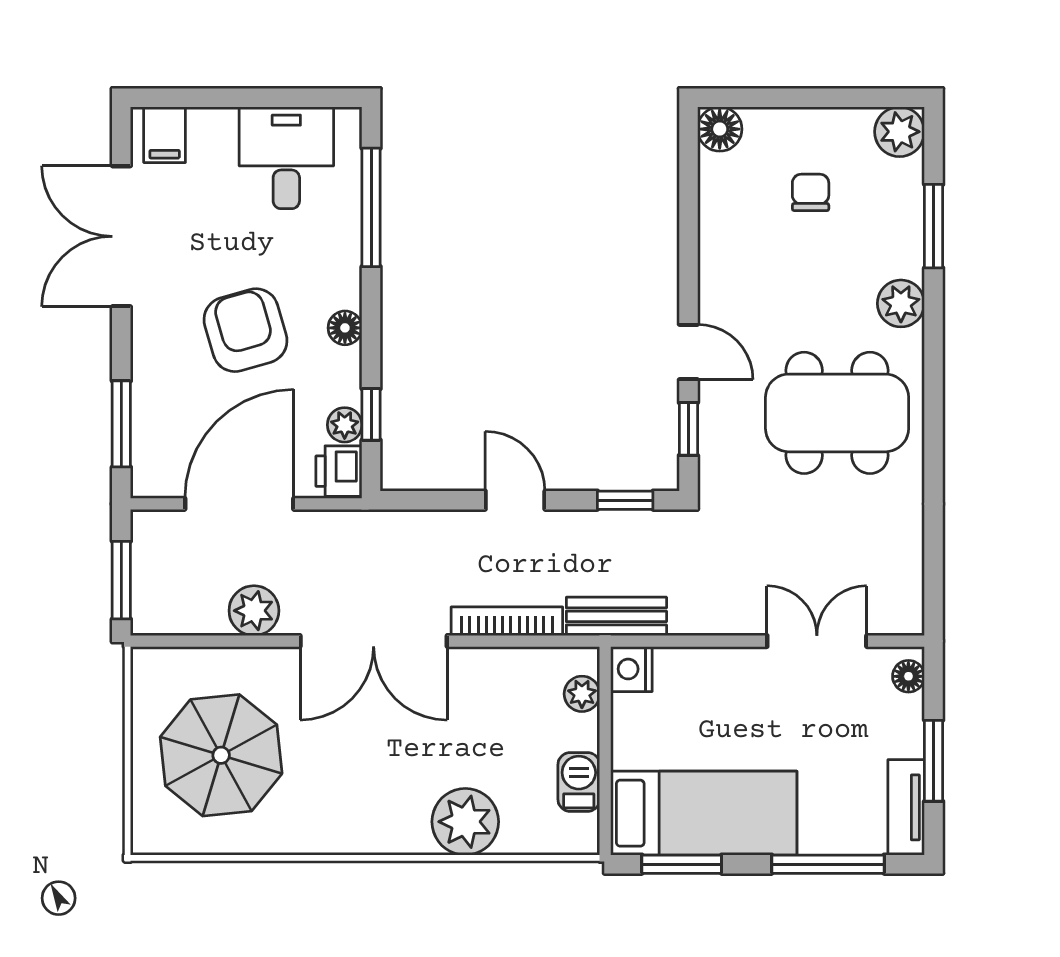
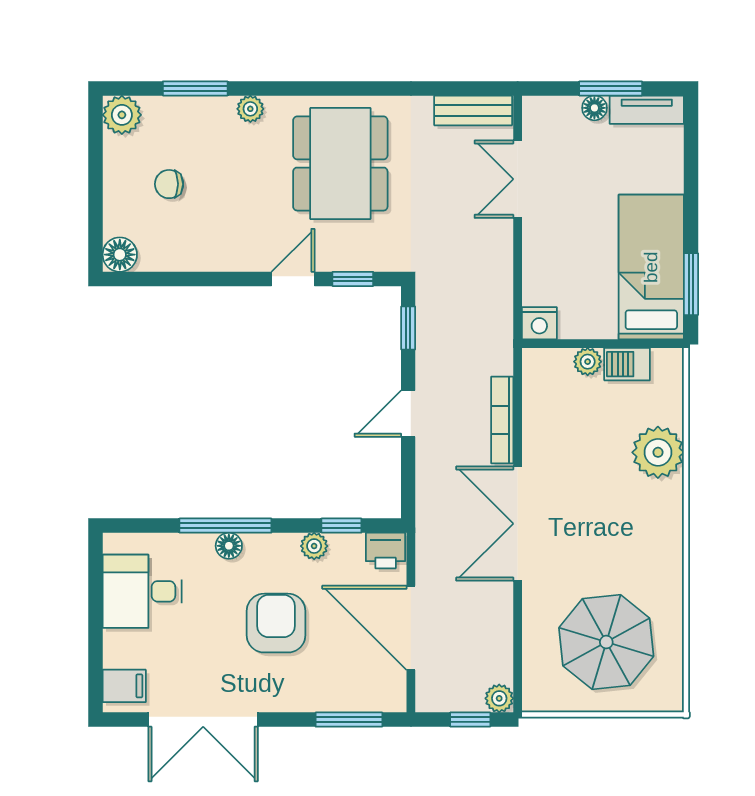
window: (371, 207) -> (225, 526), moved
plant: (901, 303) -> (250, 109), width x0.73, depth x0.73
floor lamp: (345, 328) -> (229, 546), moved
armchair: (246, 330) -> (276, 623), turned 106
plant: (345, 425) -> (314, 546), moved
window: (121, 580) -> (470, 720), width x0.67
plant: (254, 611) -> (499, 698), moved, width x0.73, depth x0.73
bench: (616, 616) -> (473, 110), moved, turned 90
double door: (374, 641) -> (518, 524), swing flipped
floor lamp: (908, 676) -> (594, 108), moved
plant: (582, 694) -> (588, 362), moved
window: (828, 864) -> (691, 171), removed

